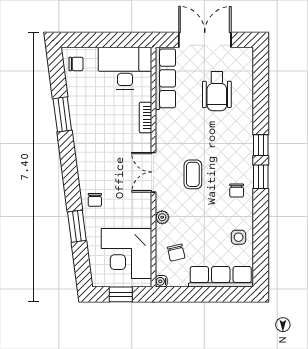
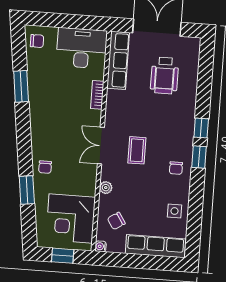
chair: (176, 253) -> (116, 221), turned 70

